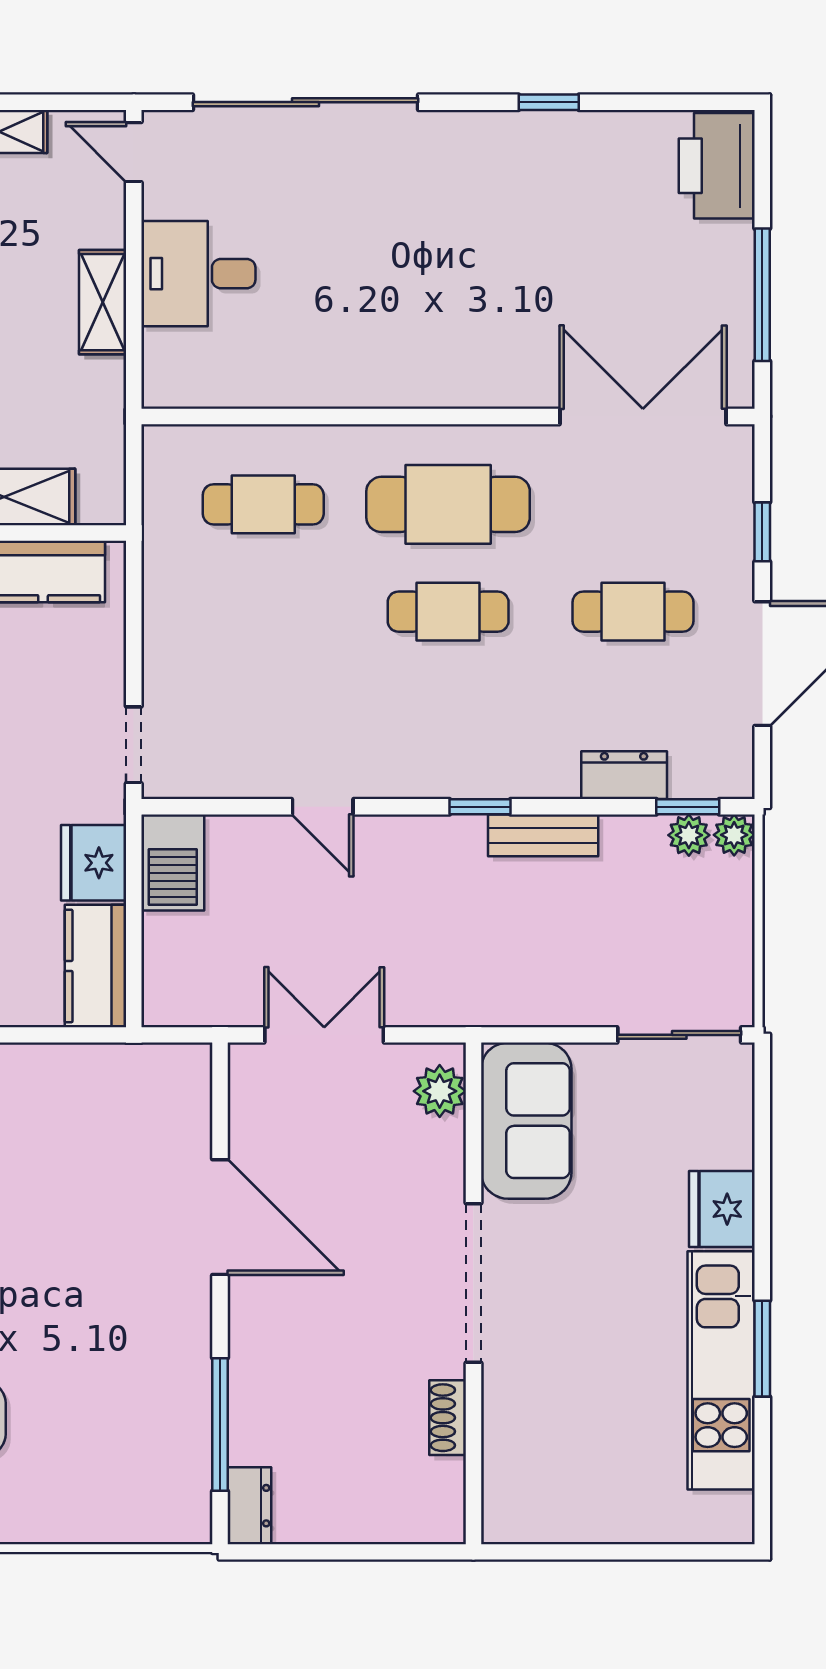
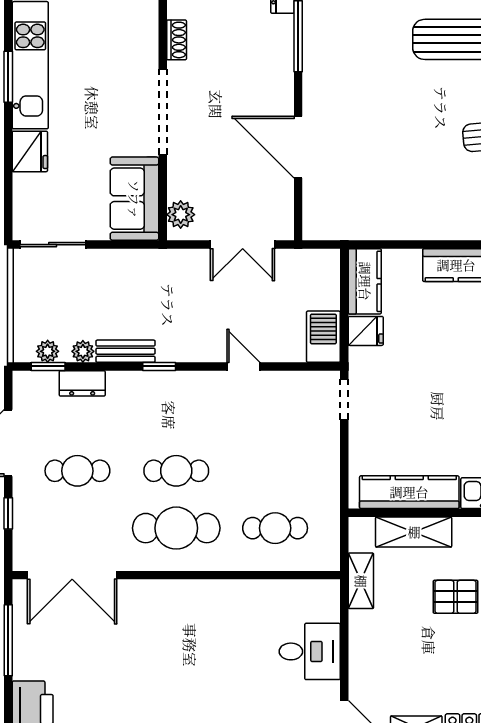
shelving: (103, 302) -> (361, 581), moved
plant: (734, 835) -> (83, 351), moved
fridge: (94, 863) -> (366, 331), width x0.72

